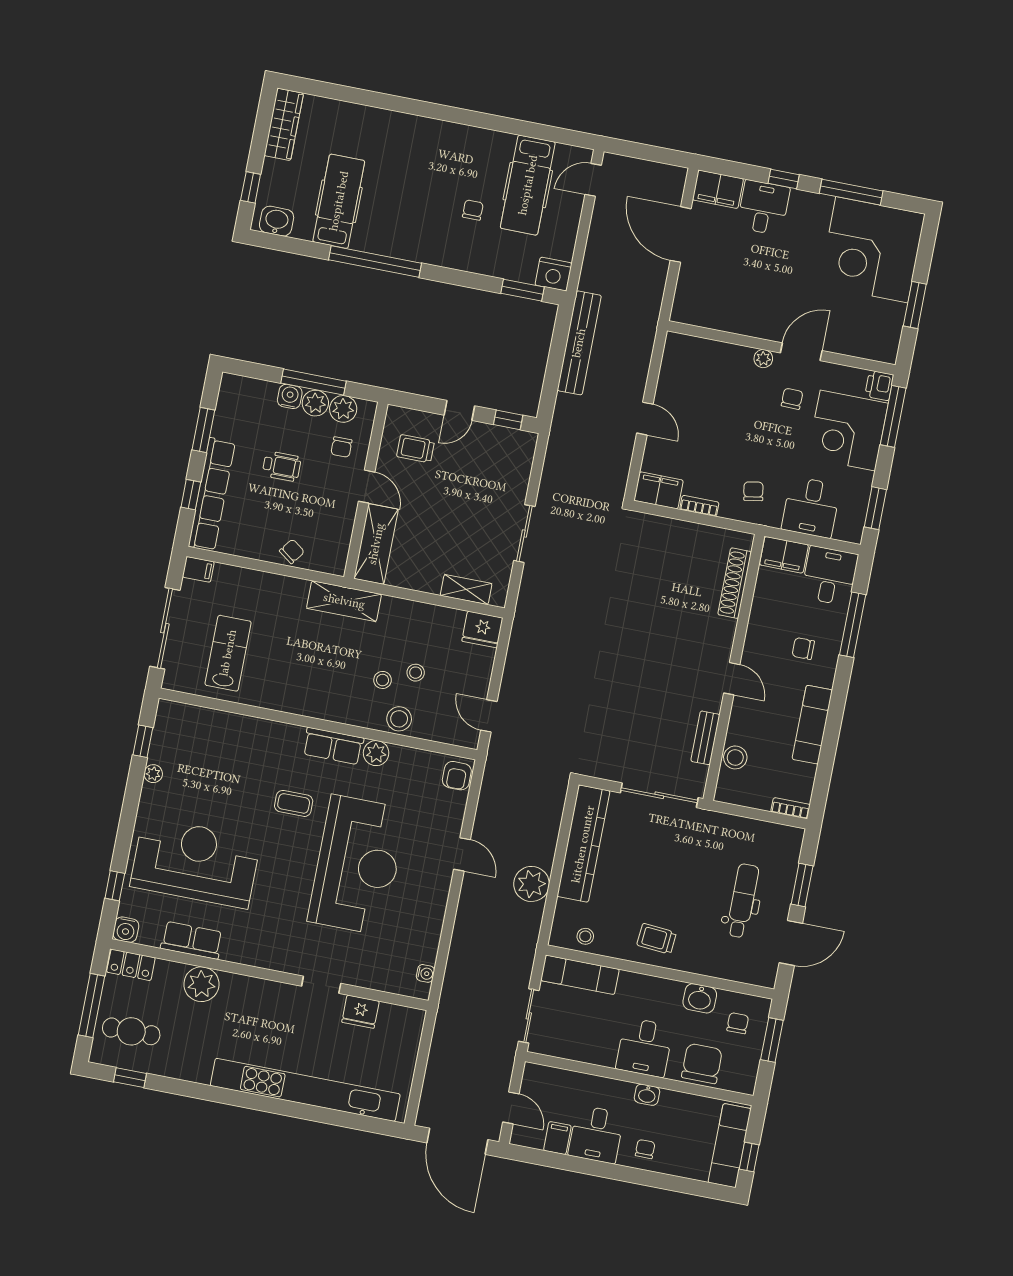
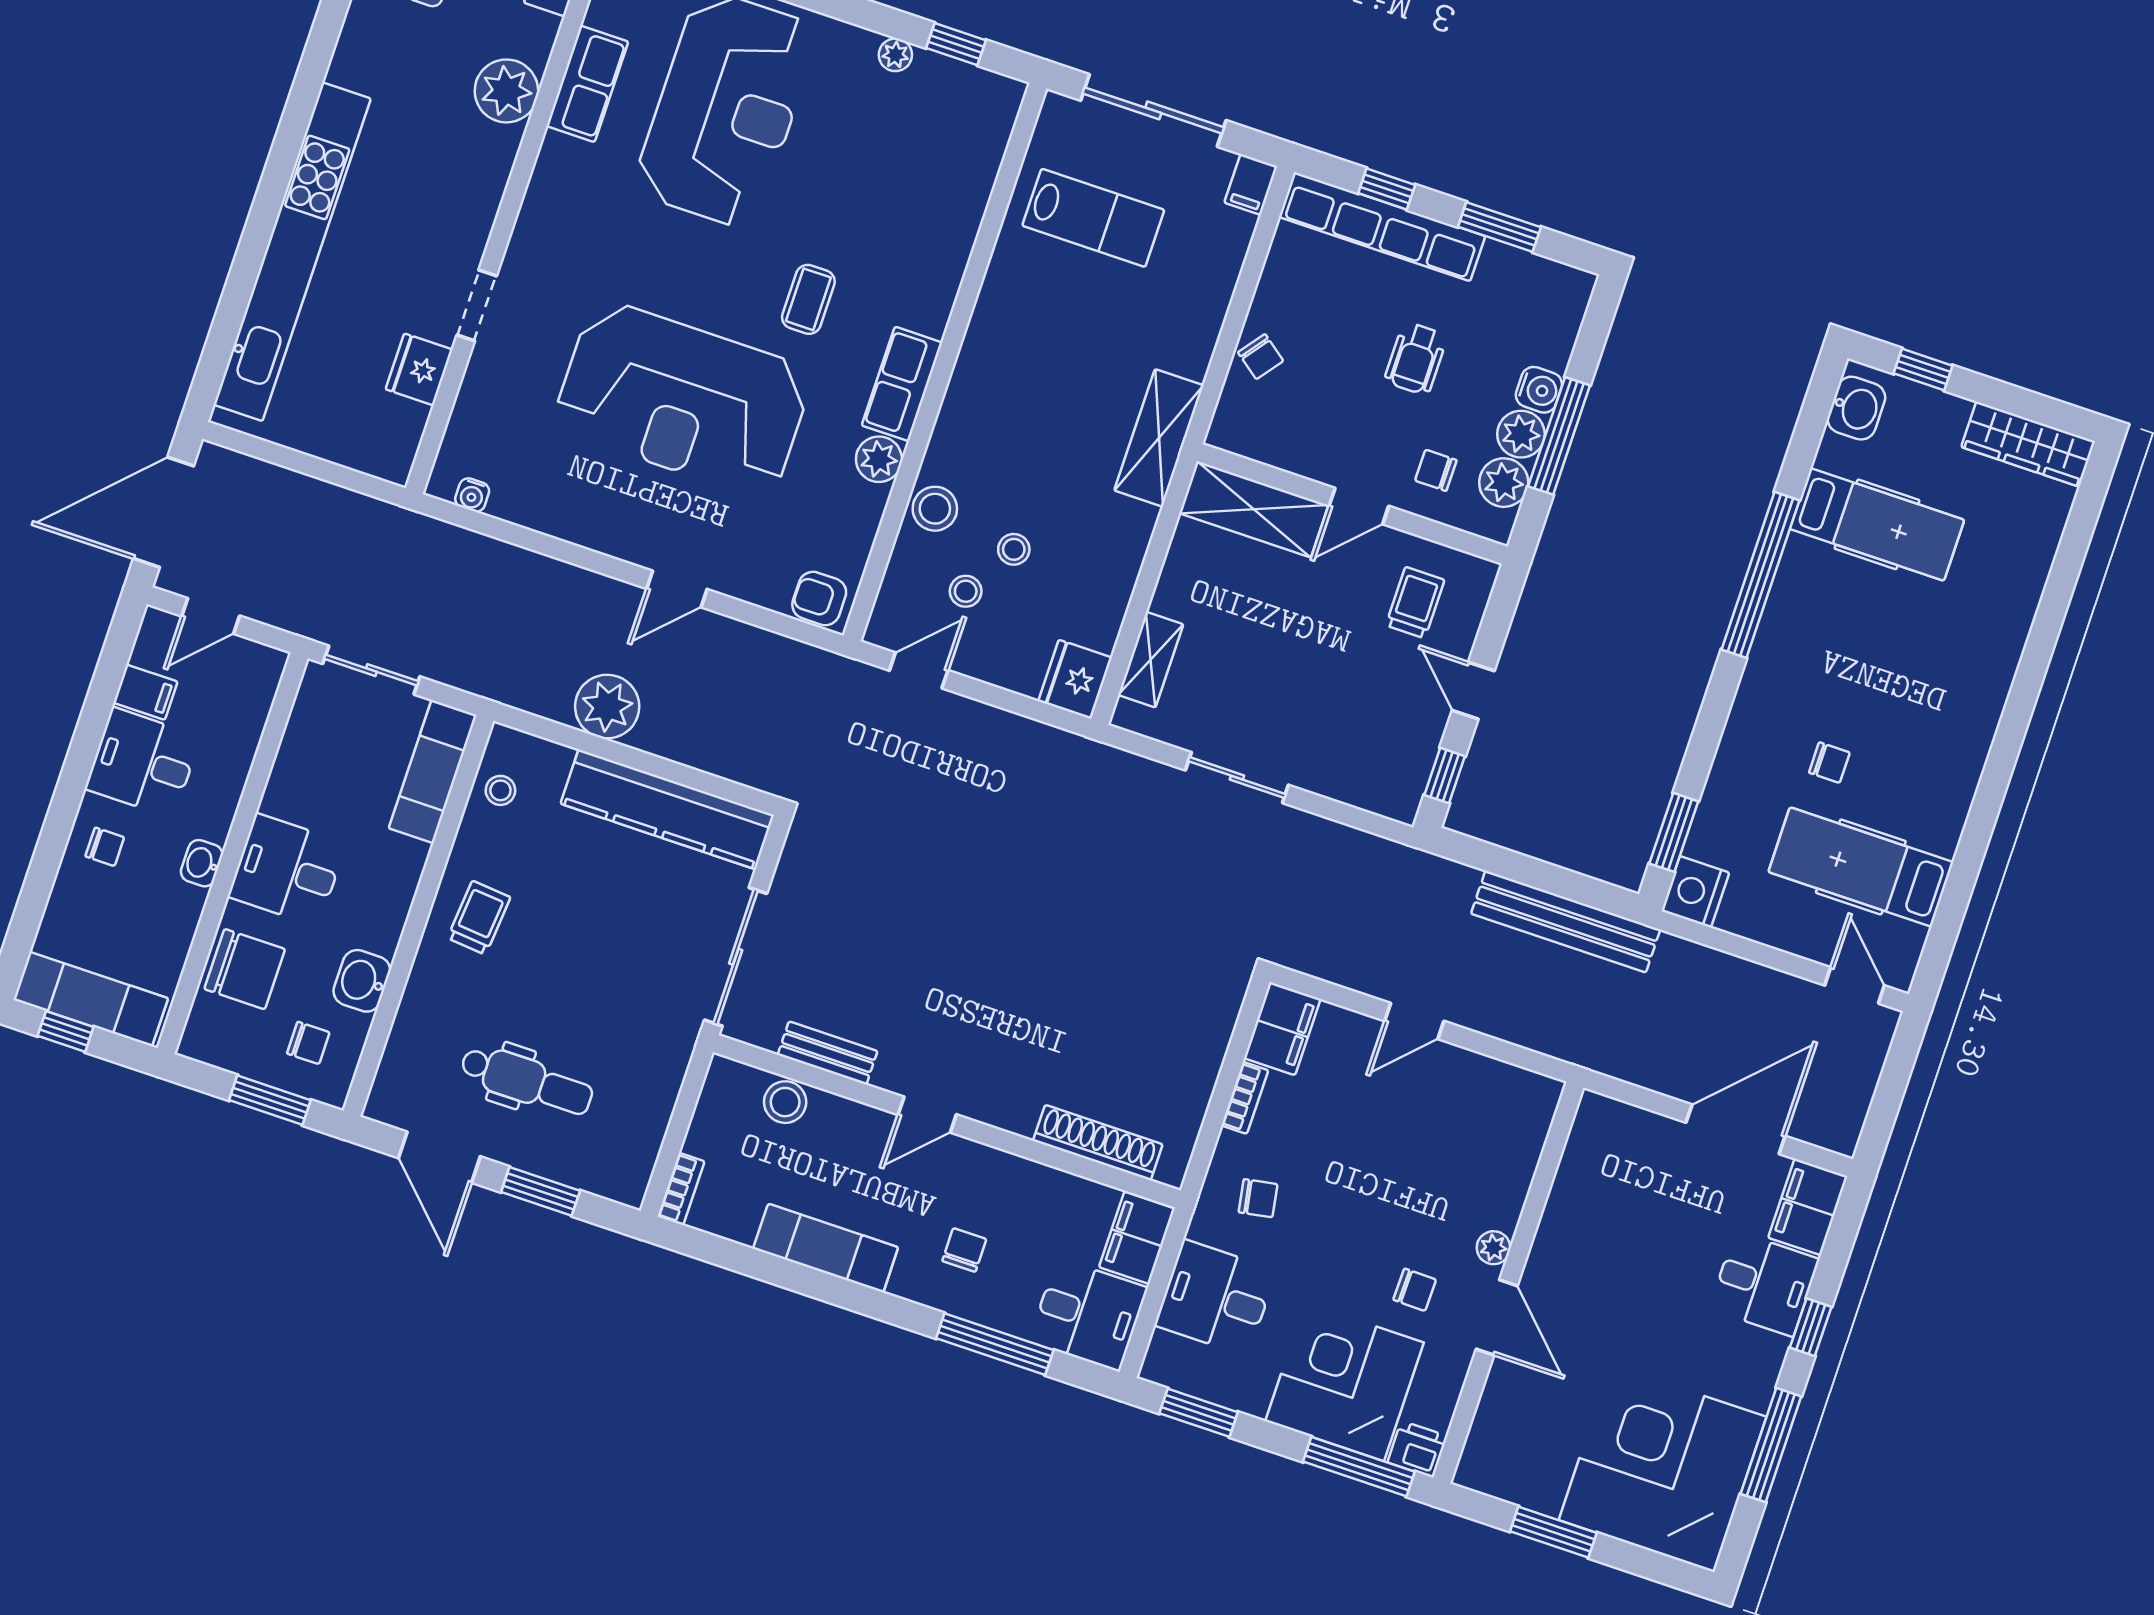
stool: (383, 680) -> (966, 591), moved

